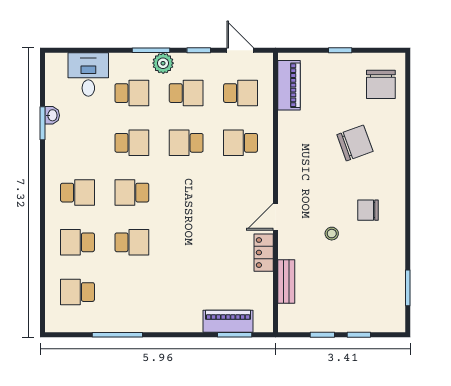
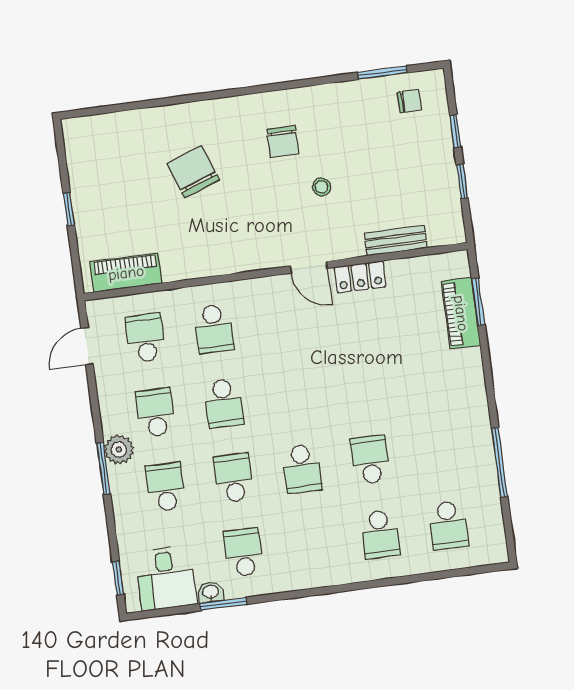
window: (199, 50) -> (118, 578), moved
desk: (88, 75) -> (166, 578), moved, turned -90
chair: (381, 84) -> (409, 101), moved, width x0.54, depth x0.54
school desk: (78, 193) -> (244, 552), moved

